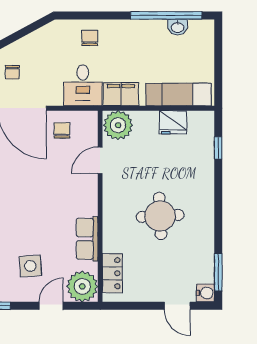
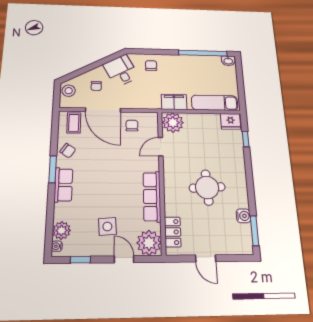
washbasin: (178, 27) -> (228, 61), moved
desk: (83, 85) -> (121, 71), moved, turned 151
fridge: (173, 122) -> (231, 121), moved
row of seats: (87, 239) -> (152, 197), width x1.48
water cooler: (205, 293) -> (243, 216), moved
door: (51, 306) -> (124, 259), hinge flipped
door: (177, 306) -> (206, 258), moved

